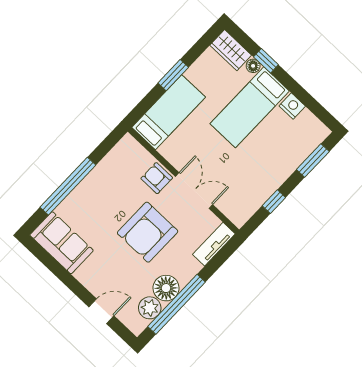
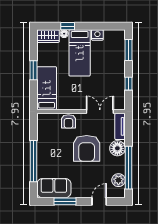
armchair: (157, 178) -> (68, 121), turned -90
double door: (194, 191) -> (100, 111), moved
window: (60, 272) -> (65, 201), added
floor lamp: (166, 288) -> (117, 148), moved

